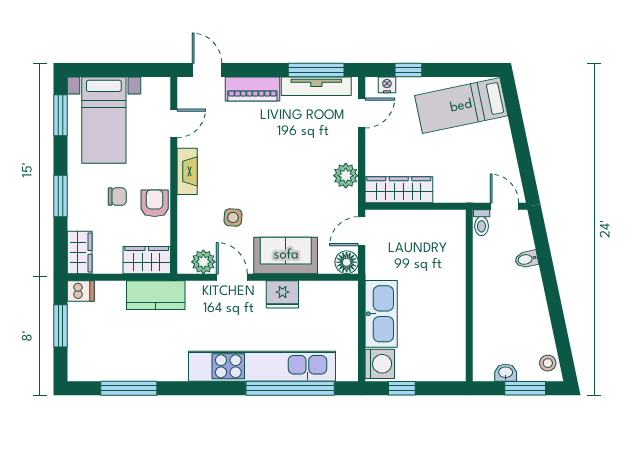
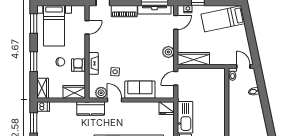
fireplace: (187, 171) -> (93, 63), moved
floor lamp: (347, 262) -> (169, 93), removed
fridge: (282, 294) -> (167, 108), moved
kitchen counter: (156, 295) -> (91, 108), moved

